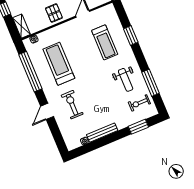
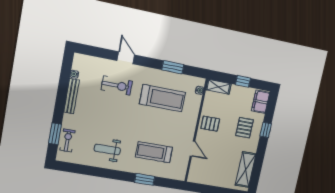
window: (30, 72) -> (173, 67), width x0.47
window: (151, 83) -> (90, 171), removed
exercise bike: (139, 103) -> (67, 140), moved

